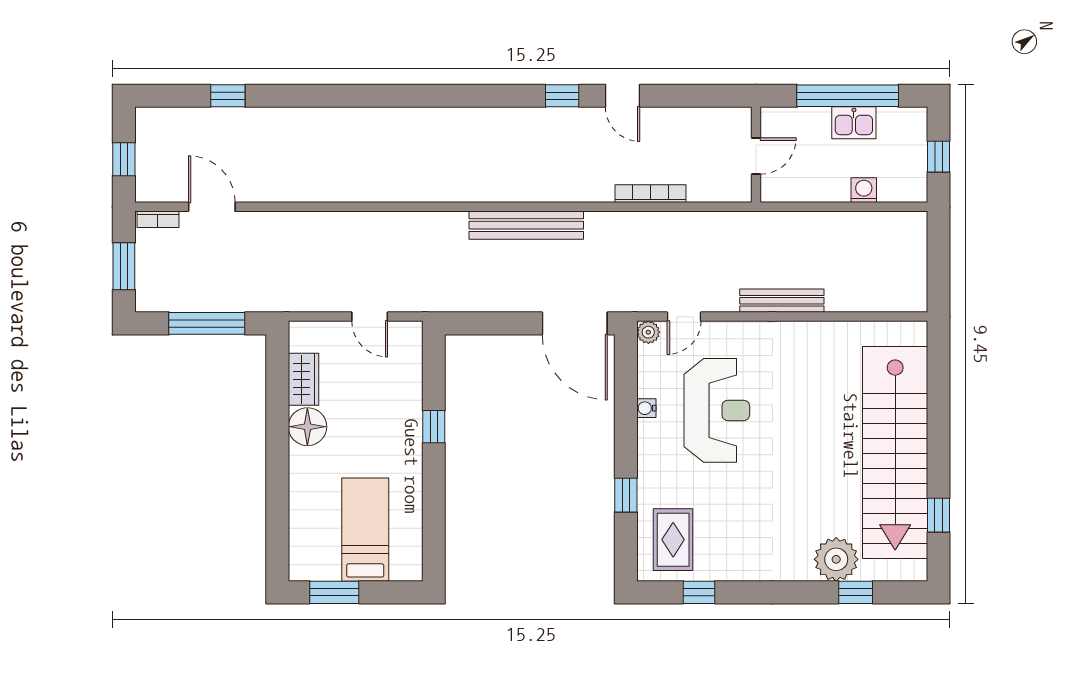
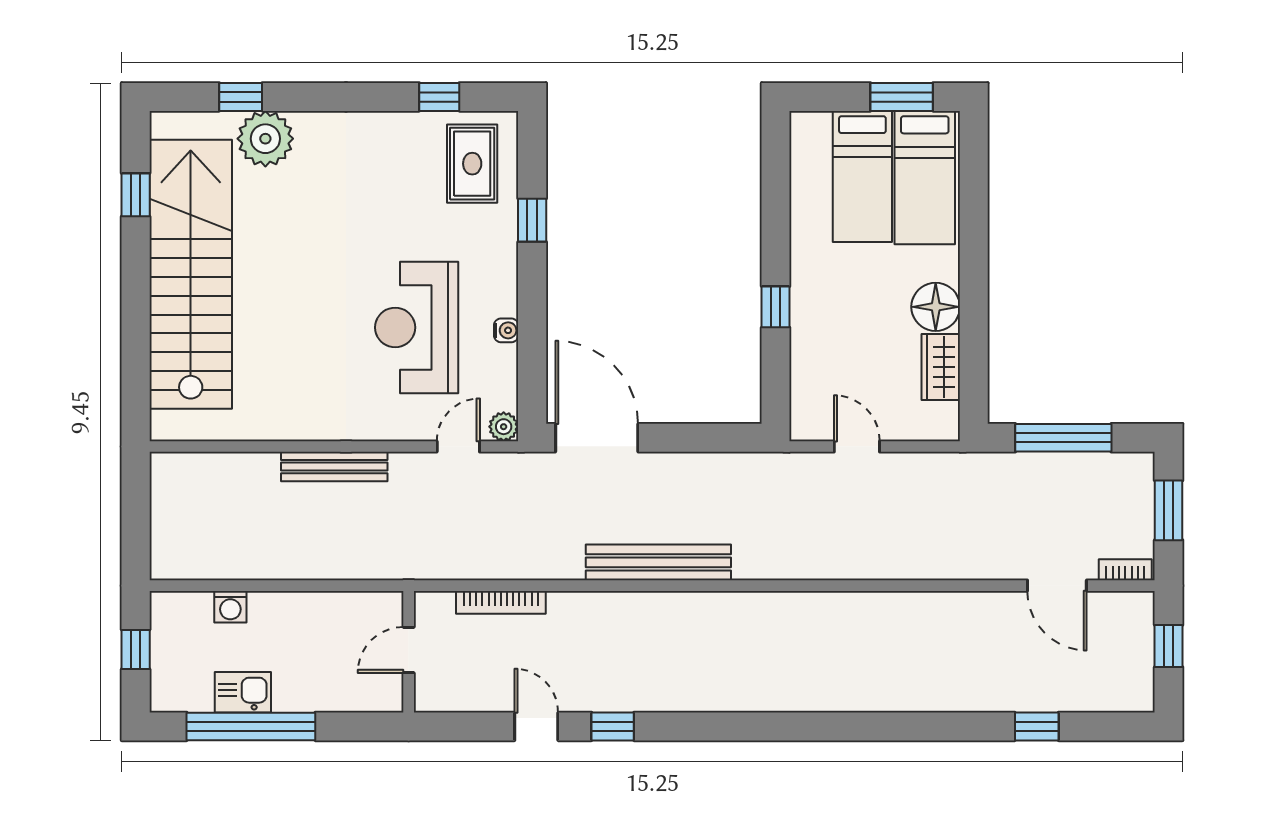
wall: (756, 155) -> (409, 652), moved
door: (756, 156) -> (409, 650), moved
bed: (316, 529) -> (925, 178), added

